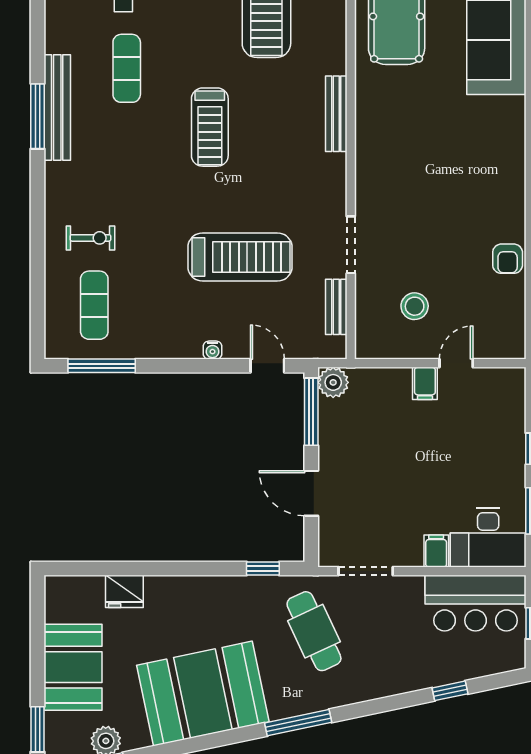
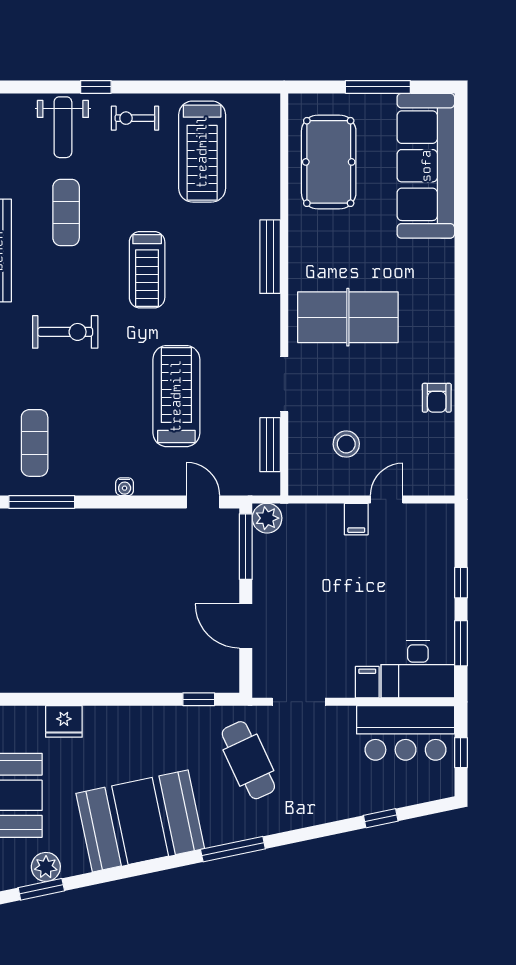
table tennis table: (416, 176) -> (348, 317), added
exercise bike: (90, 238) -> (65, 332), moved, width x1.38, depth x1.39
treadmill: (240, 257) -> (176, 396), turned -90
water cooler: (213, 350) -> (125, 487), moved

